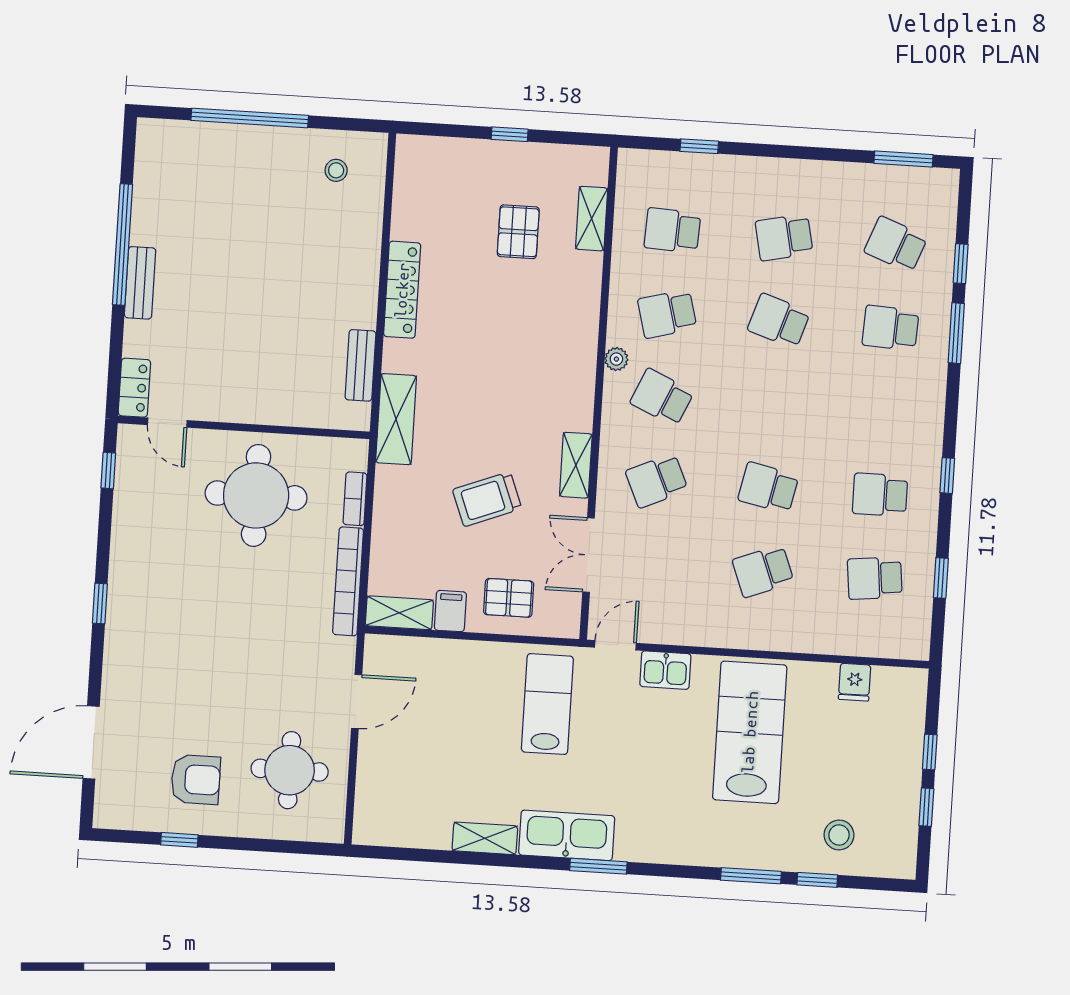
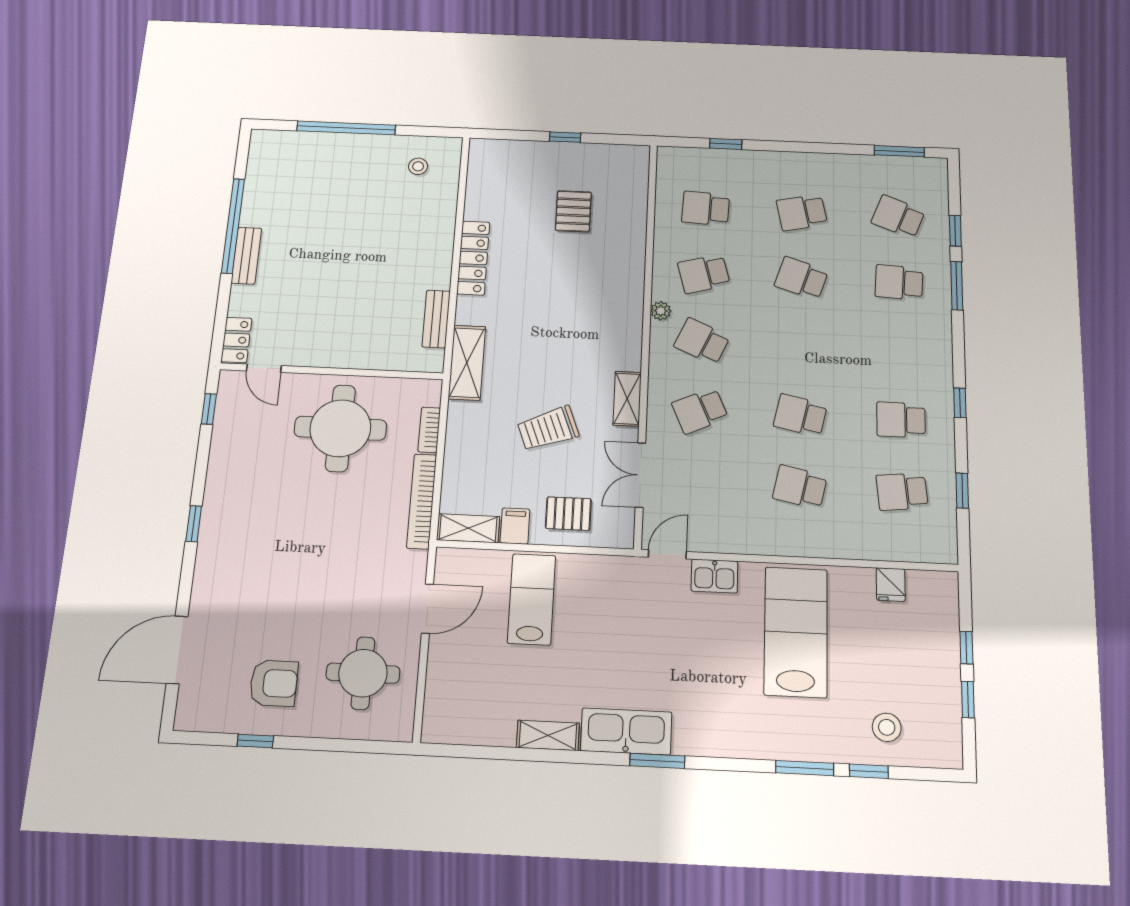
shelving: (592, 219) -> (636, 200), removed
school desk: (763, 571) -> (800, 487), turned 33
lab bench: (547, 704) -> (532, 599), moved

